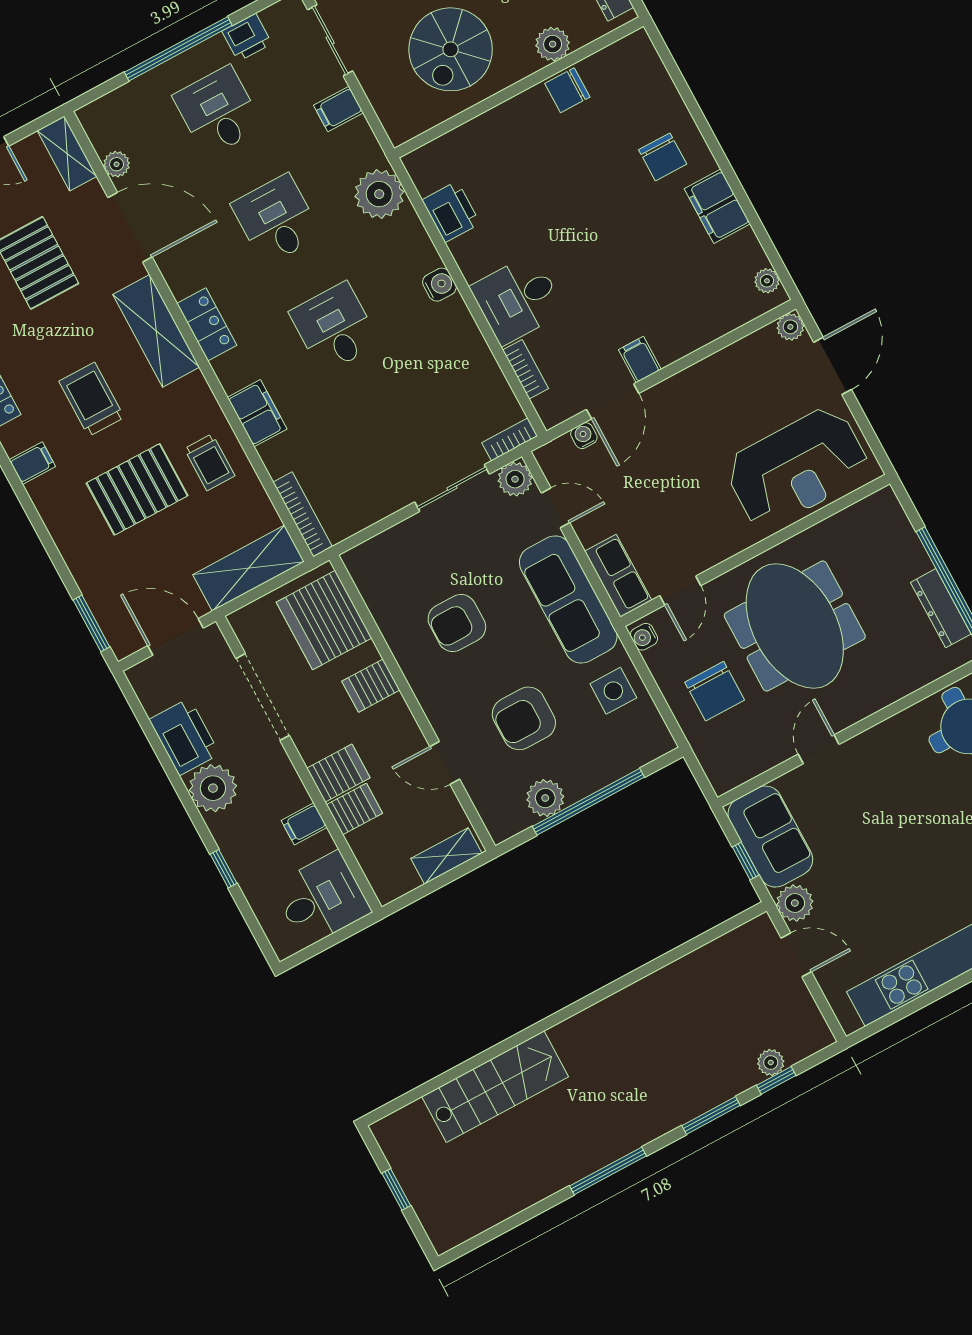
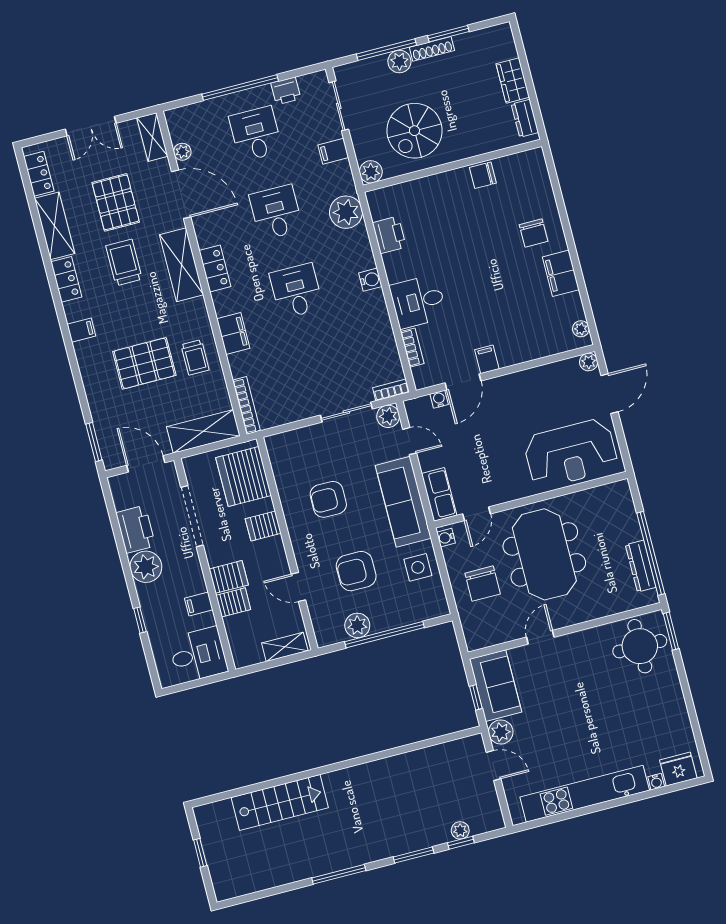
plant: (553, 44) -> (371, 172), moved
trolley: (92, 399) -> (124, 262), moved

